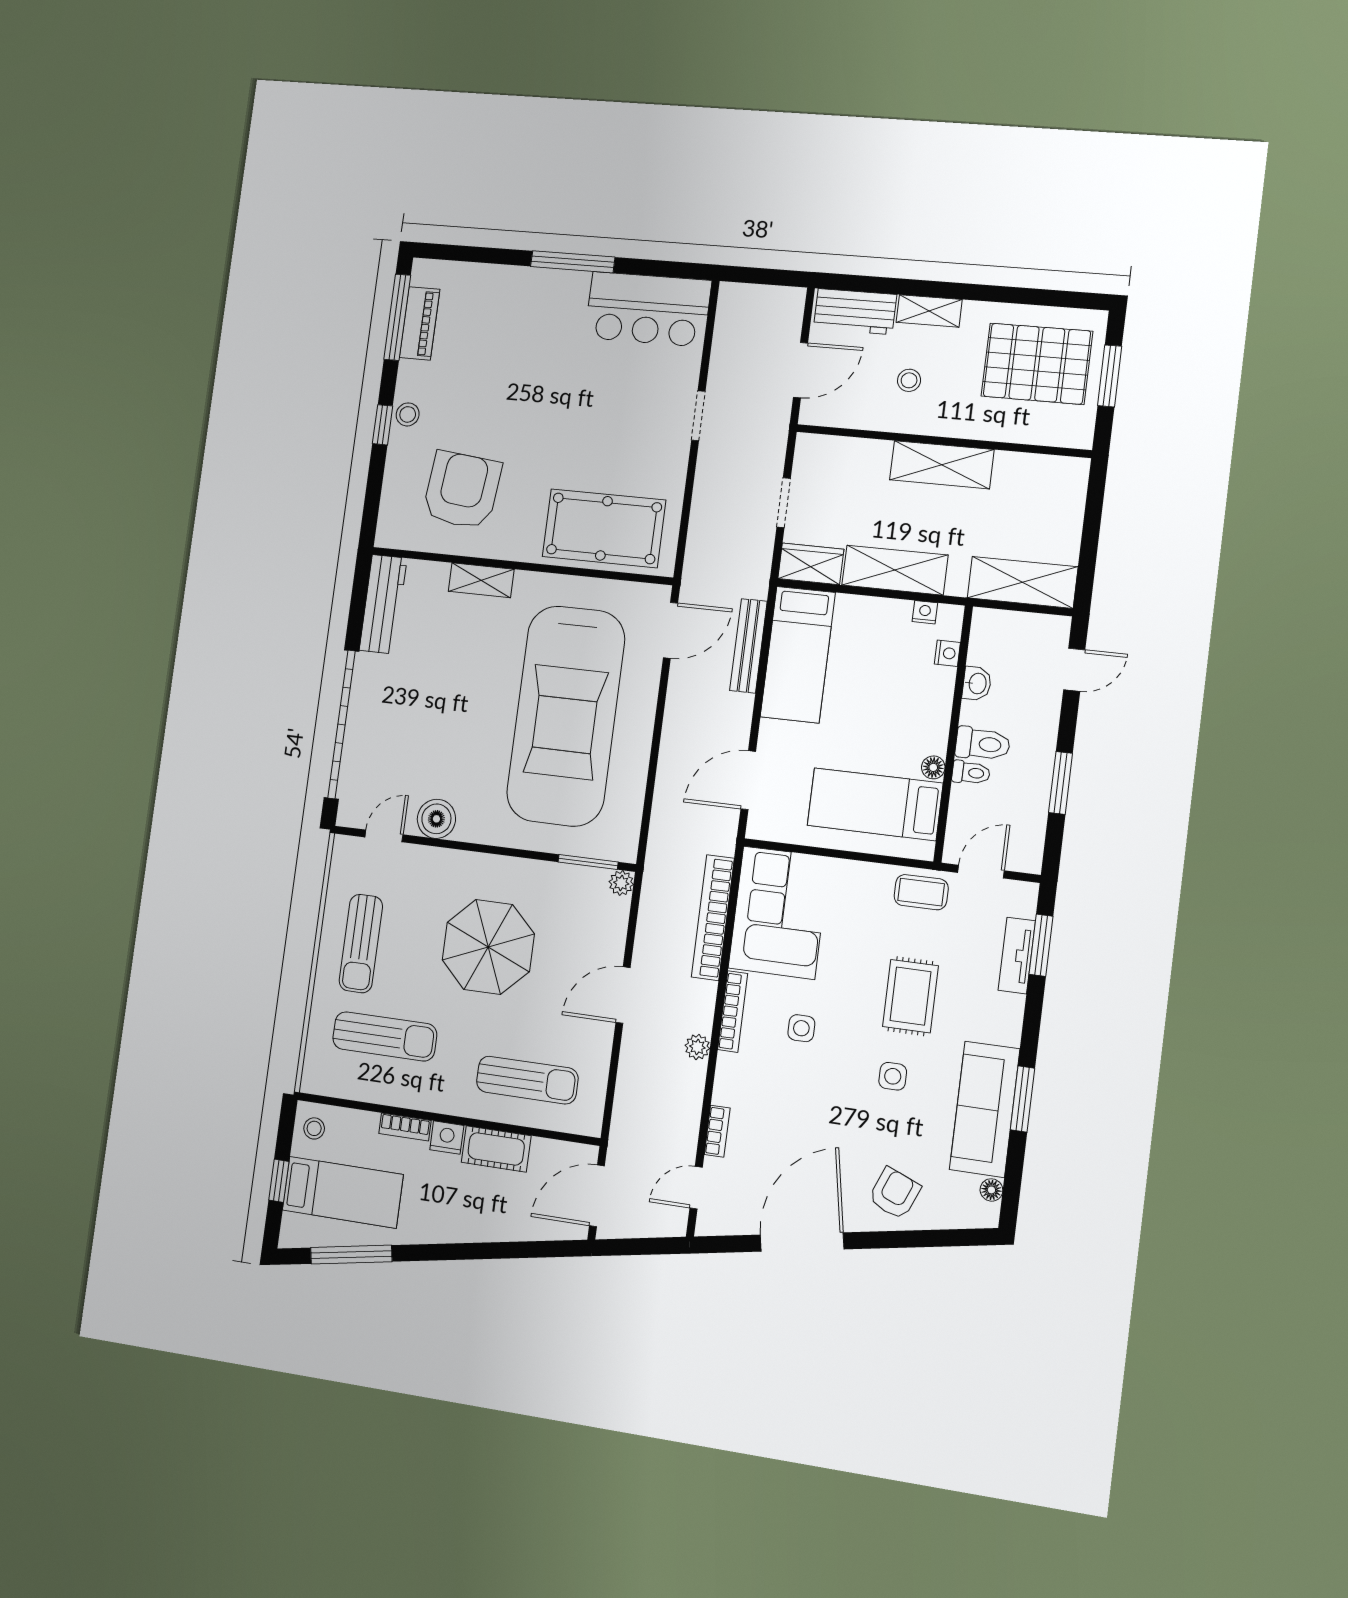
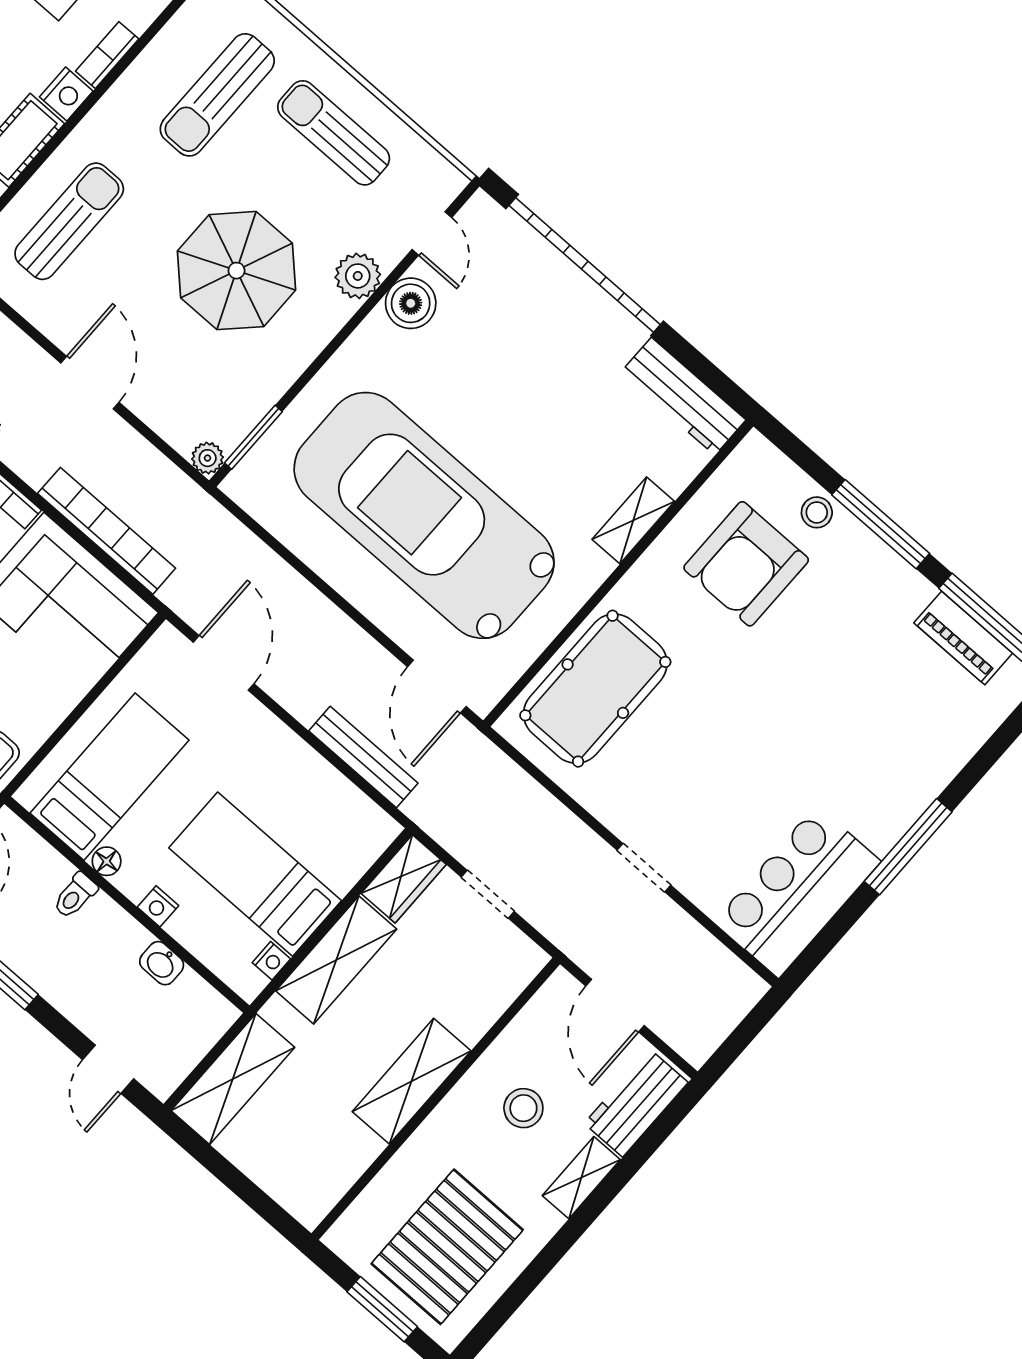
stool: (909, 380) -> (523, 1108), width x1.37, depth x1.37
stool: (408, 414) -> (817, 512), moved
window: (383, 425) -> (881, 524), width x2.17
armchair: (462, 490) -> (746, 564), turned 84
nightstand: (947, 653) -> (158, 906), moved
bed: (798, 655) -> (255, 874), moved
toilet: (983, 744) -> (96, 927), removed
plant: (441, 865) -> (358, 276), added
sun lounger: (527, 1080) -> (69, 221), turned 180

